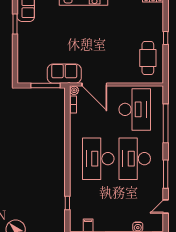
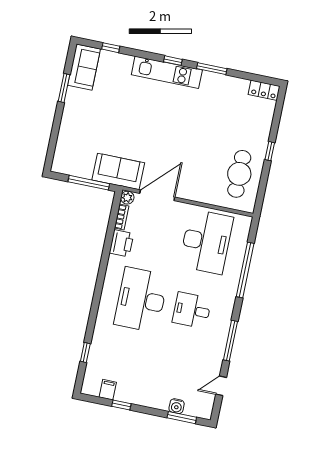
door: (94, 84) -> (157, 195), swing flipped
printer: (77, 123) -> (121, 243), added
desk: (135, 159) -> (192, 310), width x0.53, depth x0.77

